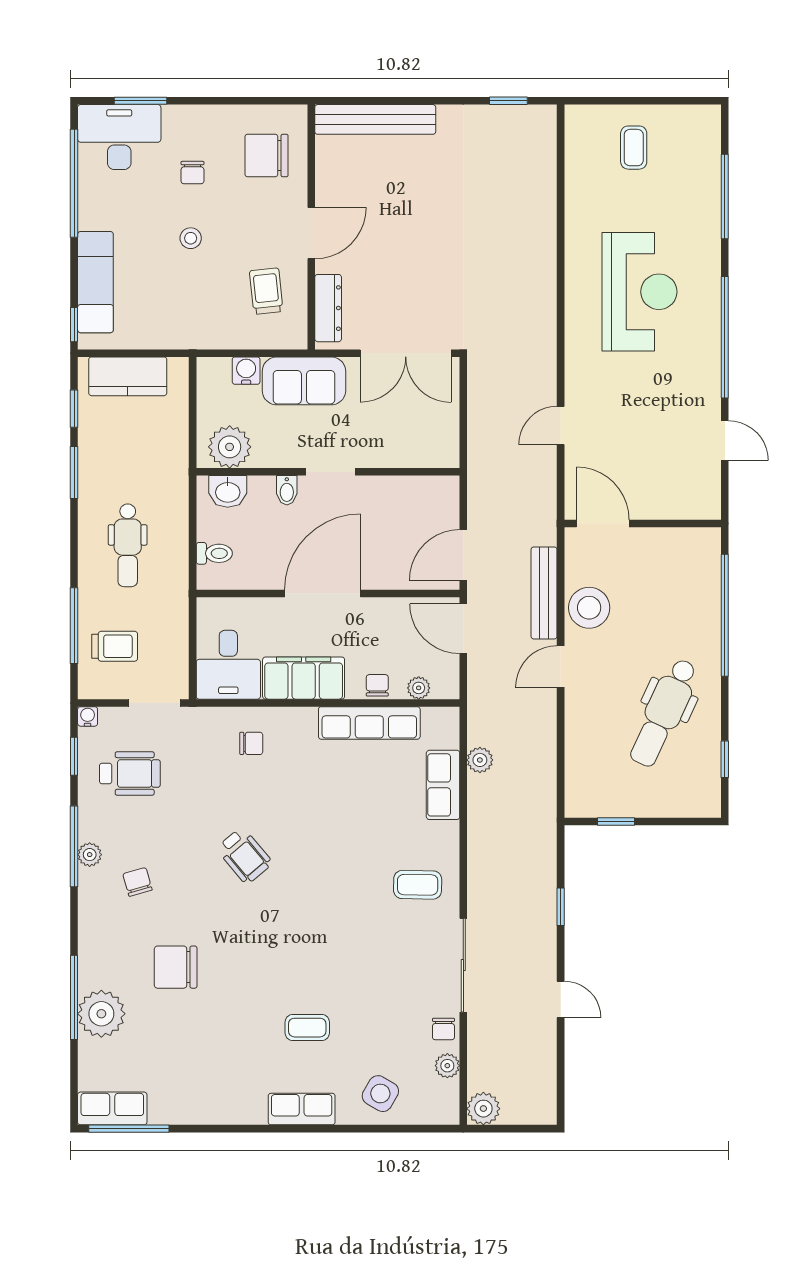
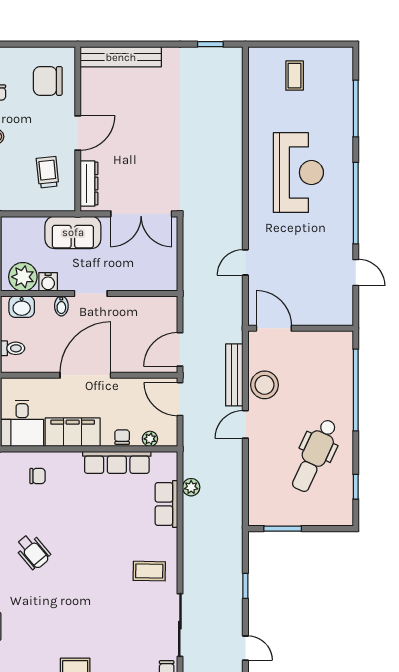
water cooler: (246, 371) -> (48, 282), moved, turned 180
window: (616, 822) -> (283, 529), width x1.50

